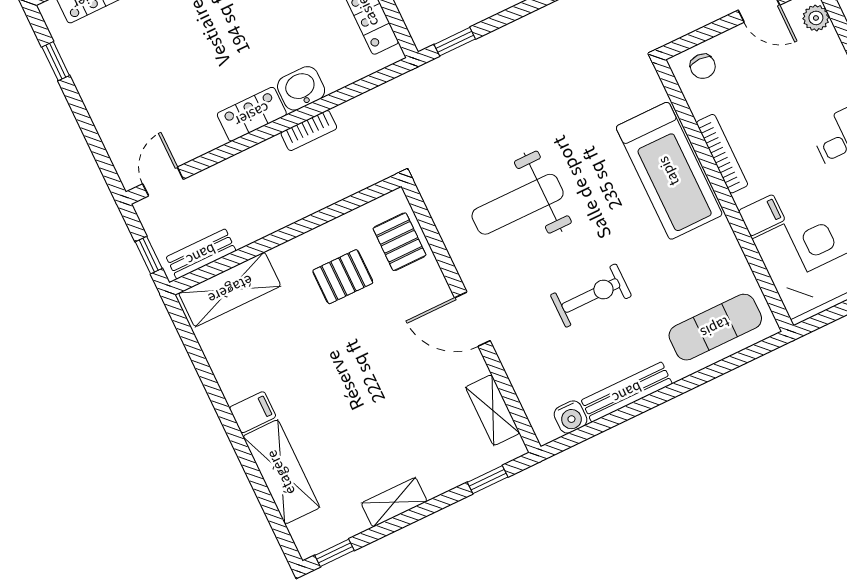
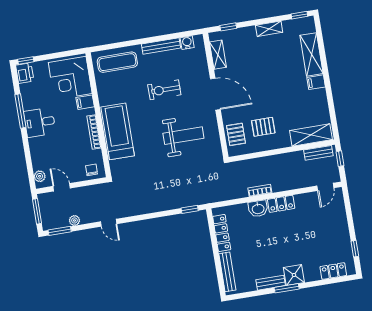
door: (472, 319) -> (215, 94), width x1.36

